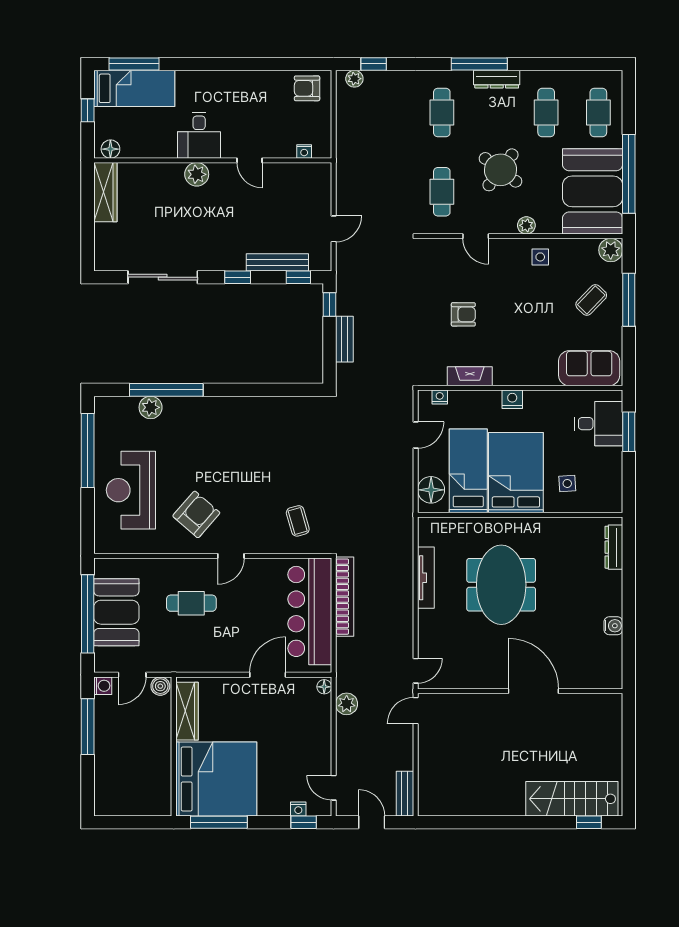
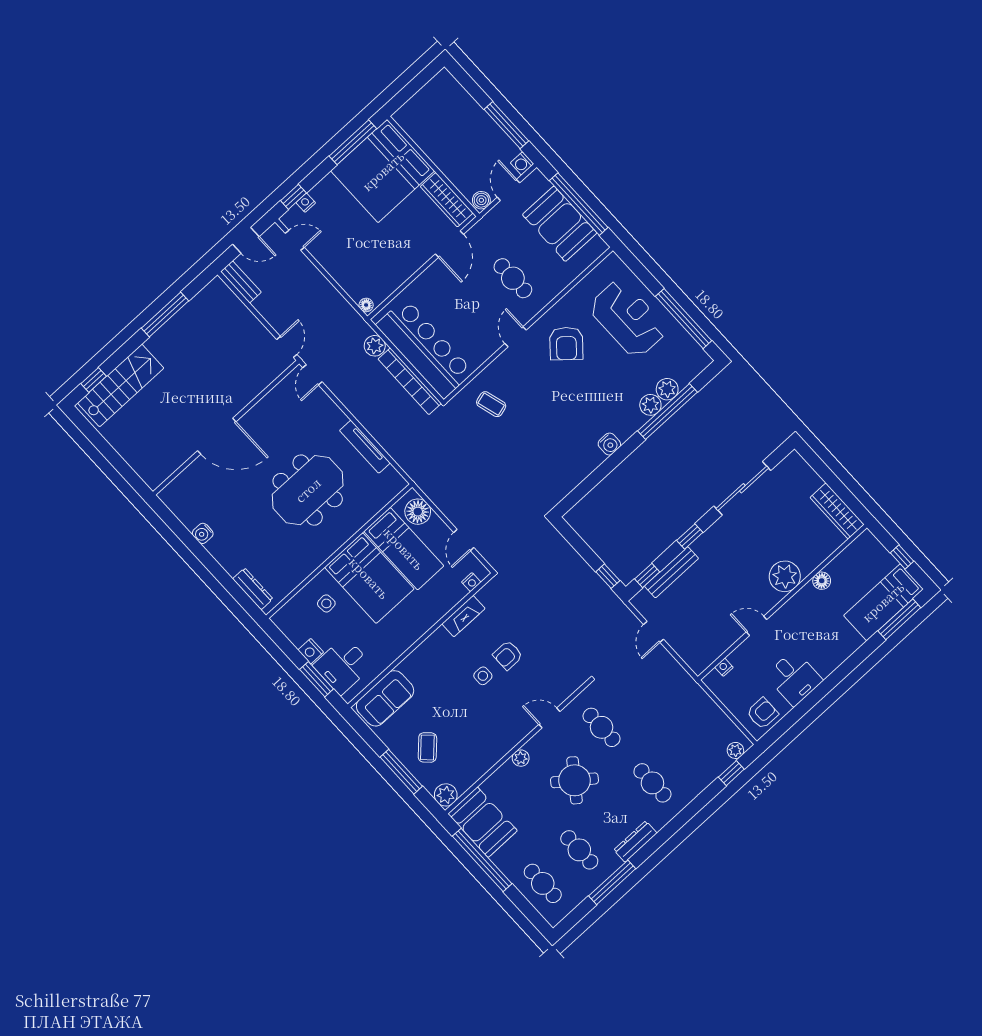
window: (479, 64) -> (612, 882), moved
desk: (199, 135) -> (794, 678), moved, turned 180
floor lamp: (110, 149) -> (822, 581), moved
plant: (197, 174) -> (785, 576), width x1.36, depth x1.36
booth: (593, 191) -> (483, 822), width x0.73, depth x0.70
side table: (540, 257) -> (483, 676), moved
bench: (344, 339) -> (575, 562), removed
nightstand: (512, 399) -> (311, 651), moved, turned 90
water cooler: (234, 406) -> (609, 444), added
plant: (175, 407) -> (650, 405), added
meeting table: (501, 585) -> (308, 490), turned 90
cafe table: (191, 603) -> (513, 278), turned 90
door: (268, 675) -> (449, 244), moved
plant: (347, 704) -> (375, 346), moved
window: (487, 822) -> (165, 314), added

